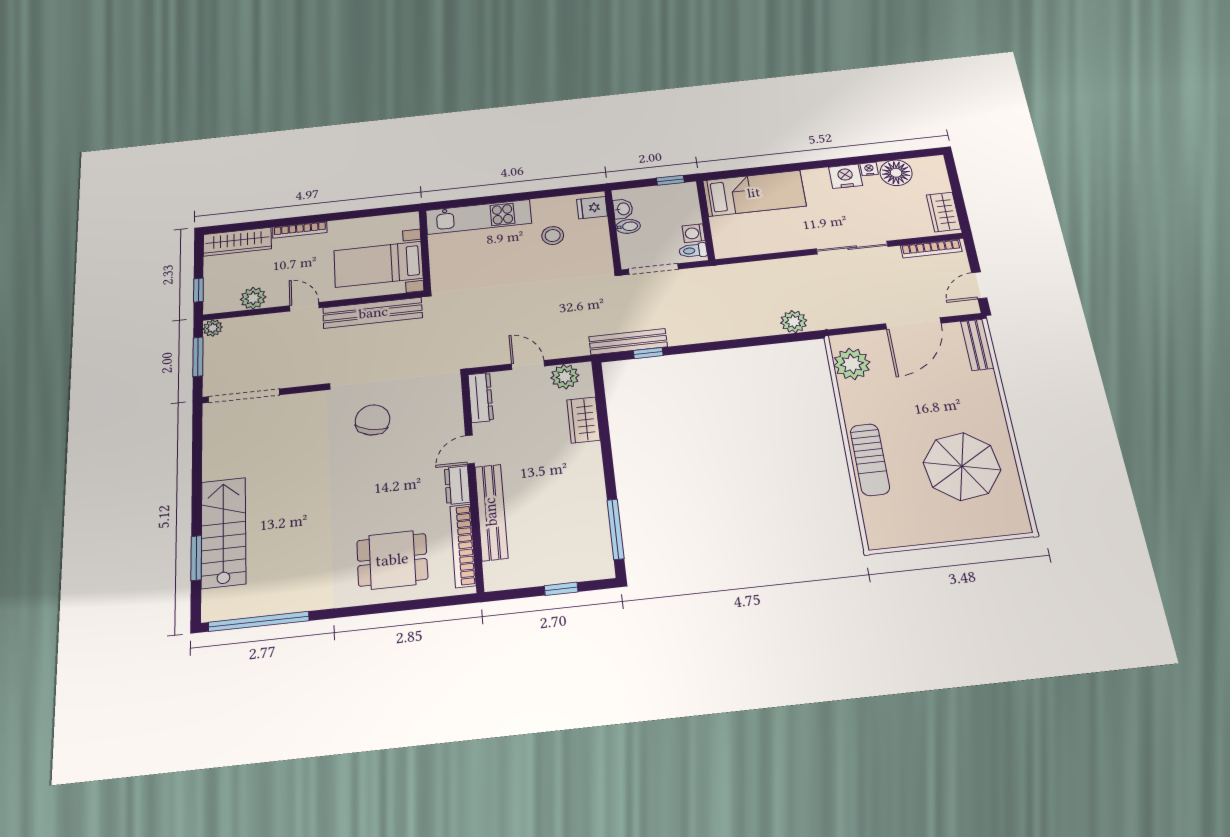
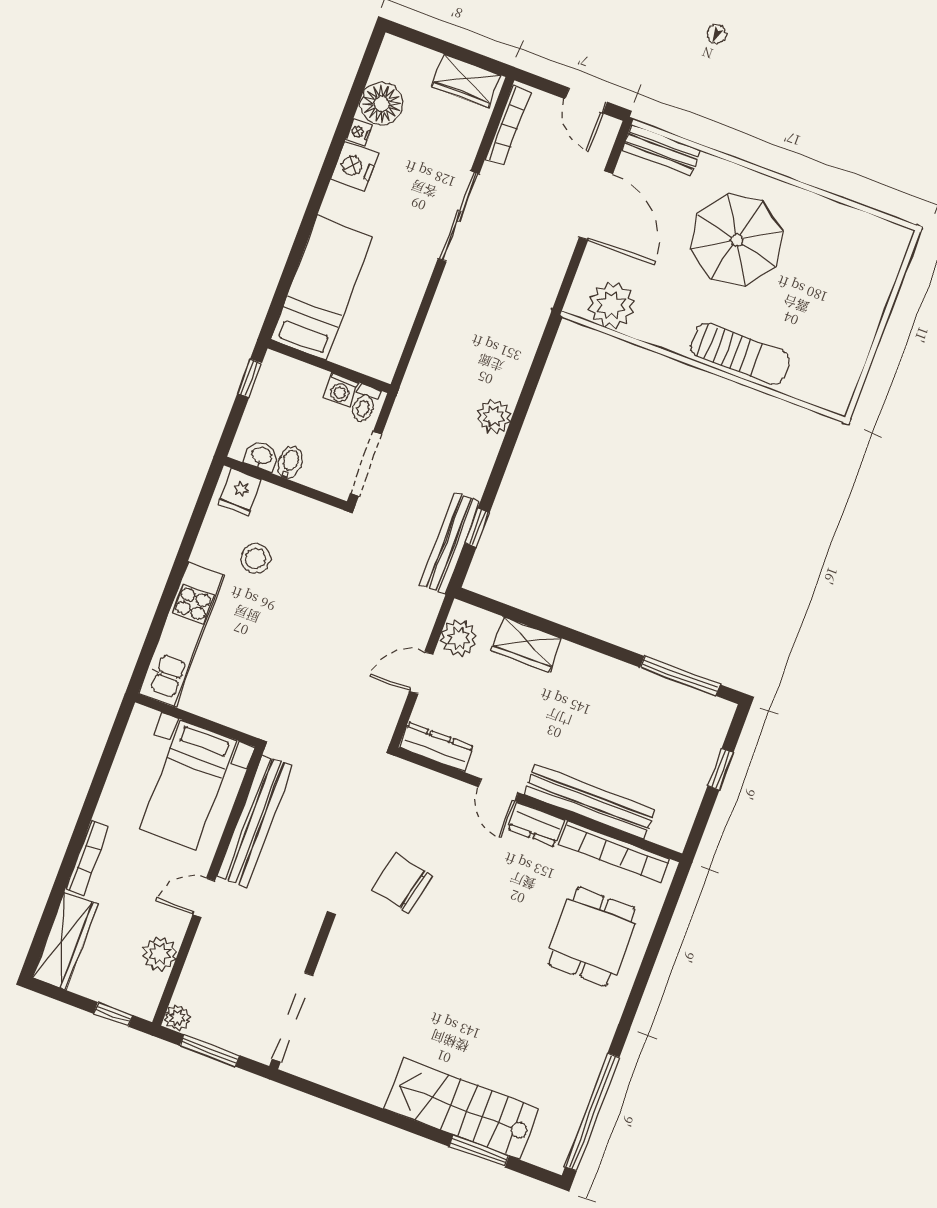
plant: (794, 322) -> (494, 416), moved
parasol: (962, 466) -> (737, 240), moved

